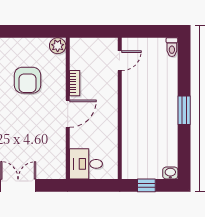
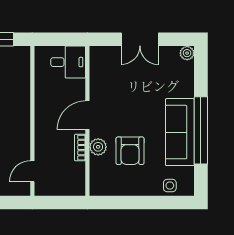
plant: (58, 46) -> (98, 147), moved
armchair: (27, 80) -> (130, 151), turned 180

